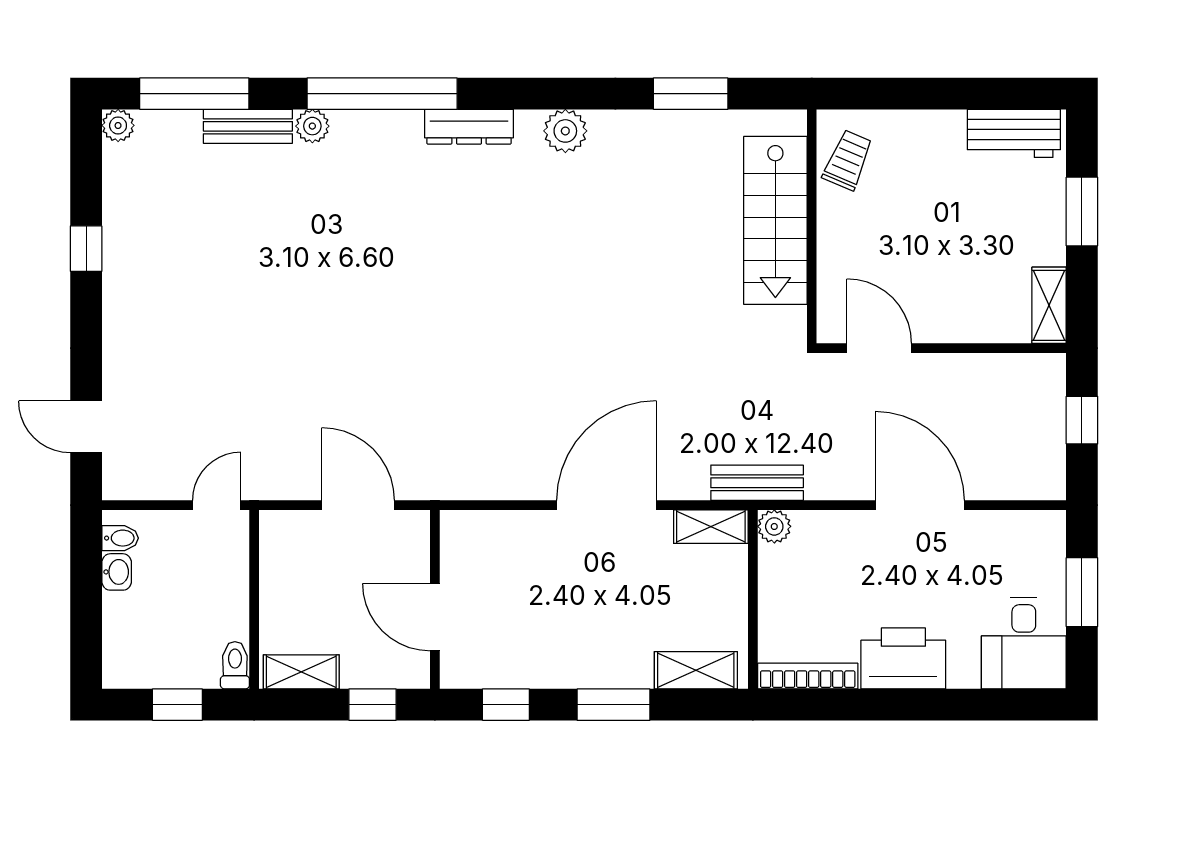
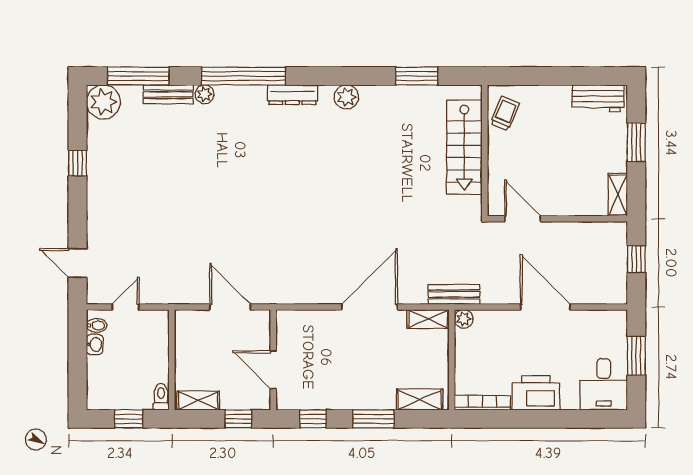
plant: (118, 125) -> (103, 102), width x1.88, depth x1.88
door: (217, 505) -> (126, 307), moved

